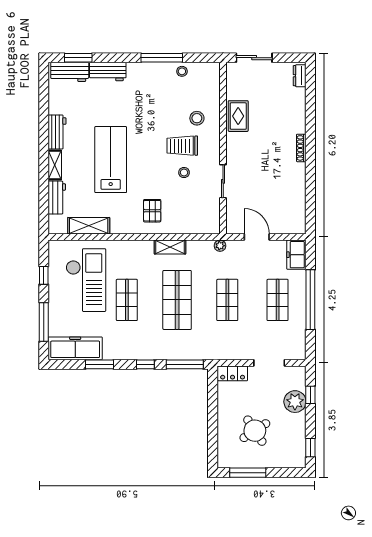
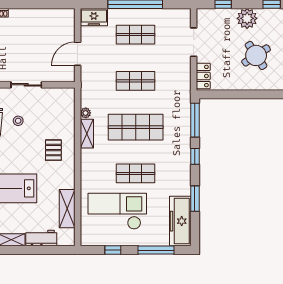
pallet: (152, 211) -> (53, 150), turned 90
plant: (220, 246) -> (86, 113), moved
plant: (295, 402) -> (247, 18), moved

